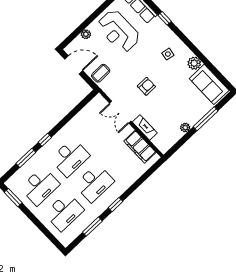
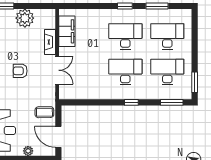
plant: (185, 128) -> (25, 18), width x1.87, depth x1.87
window: (26, 158) -> (172, 102), moved

